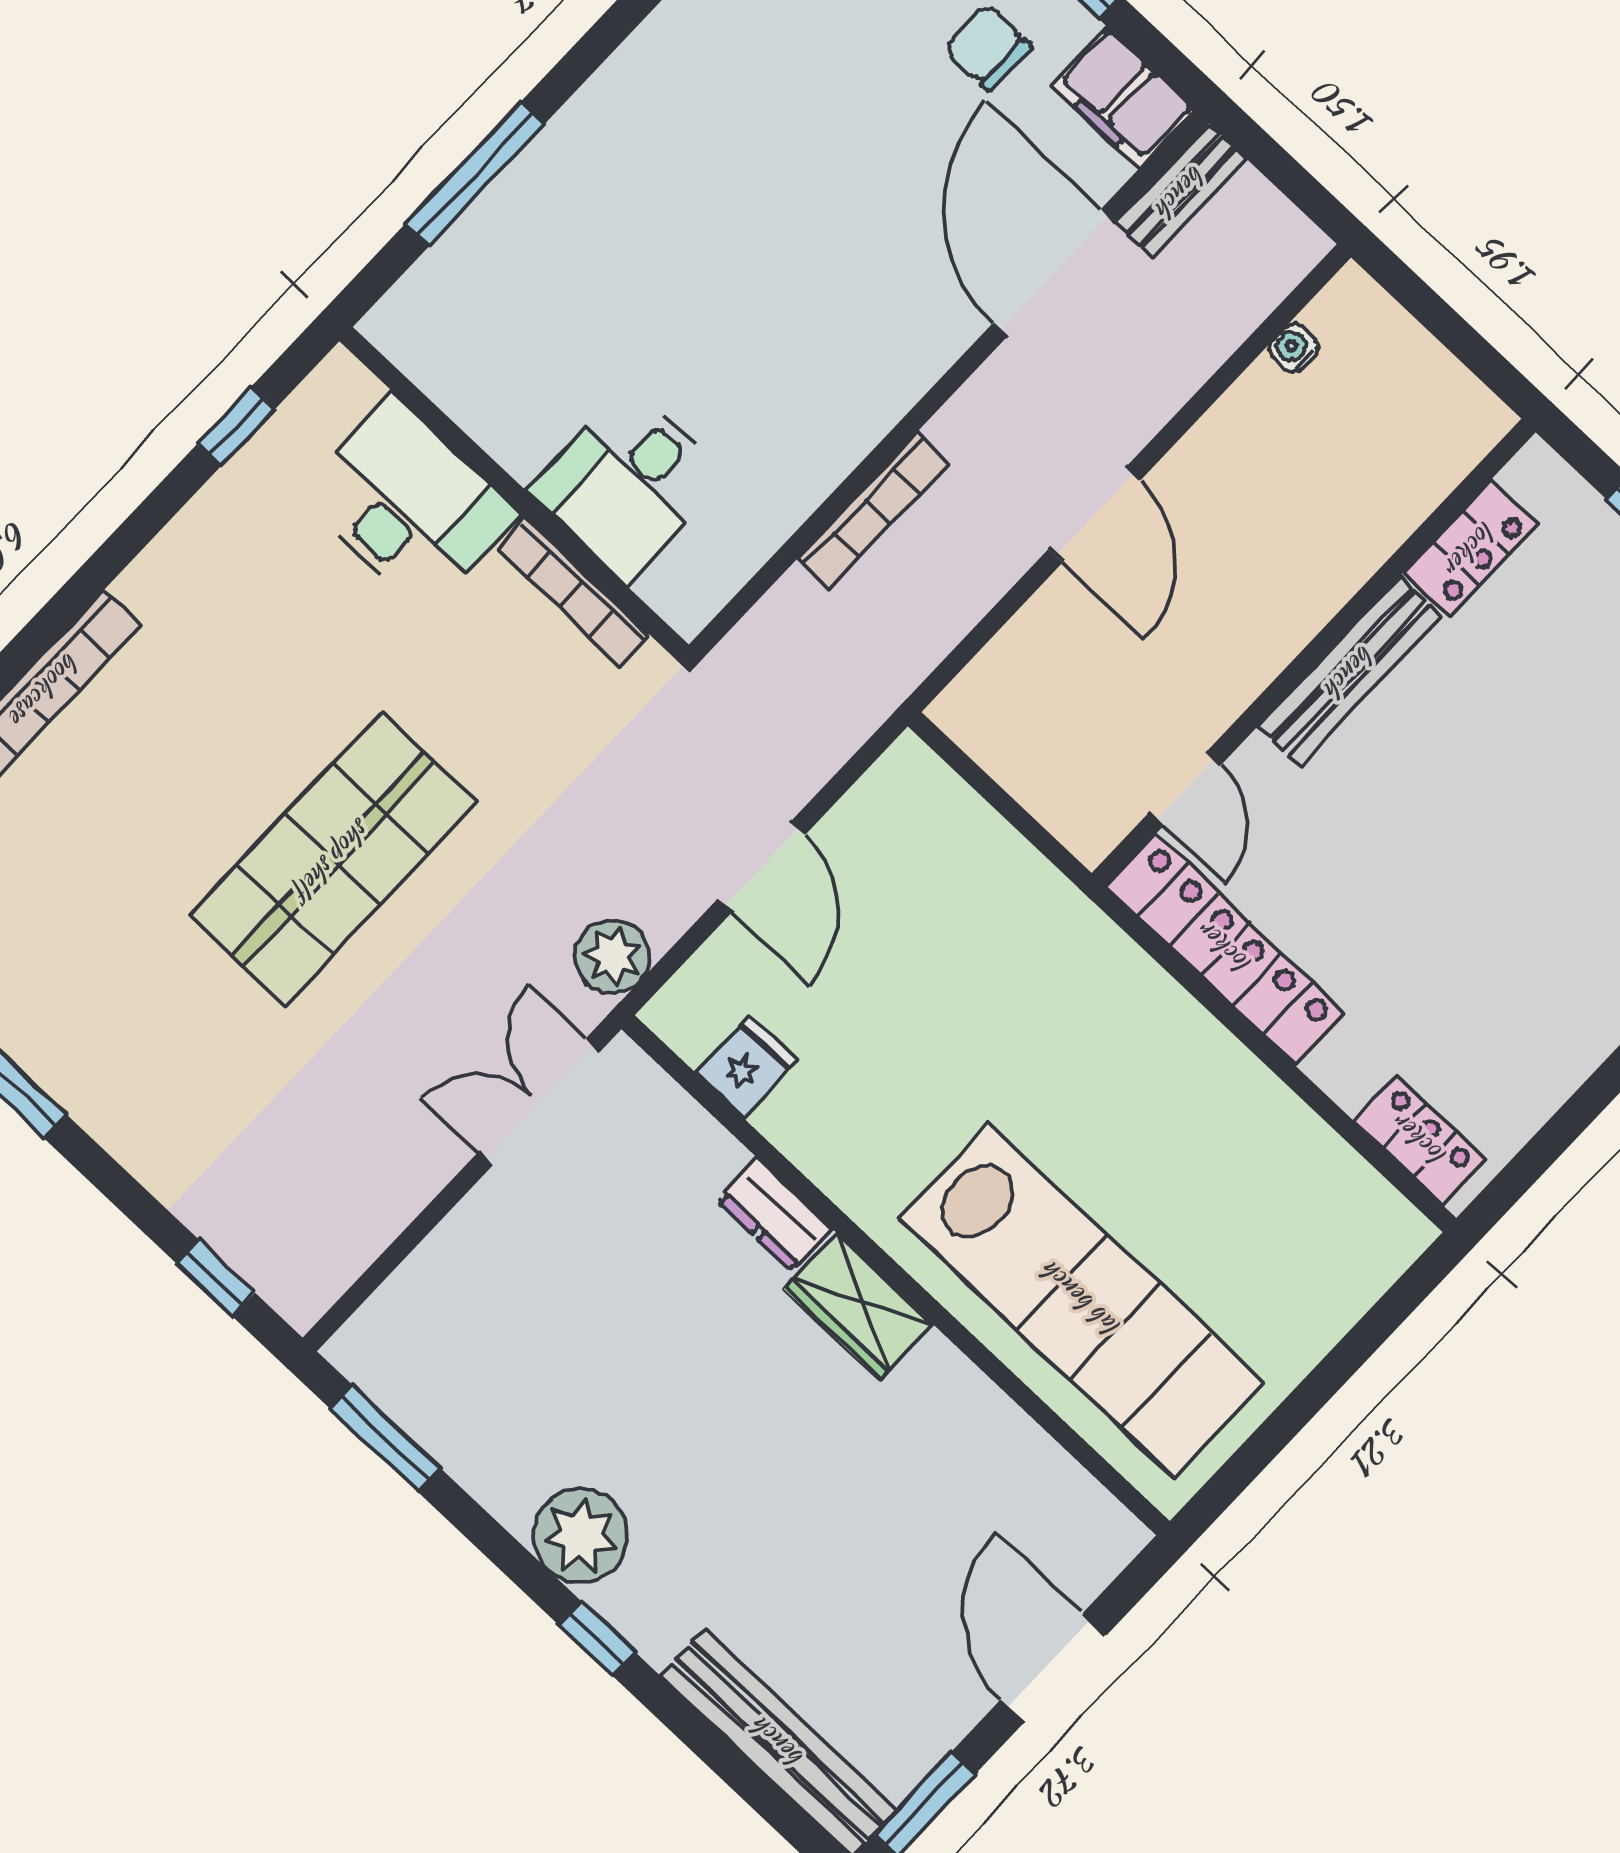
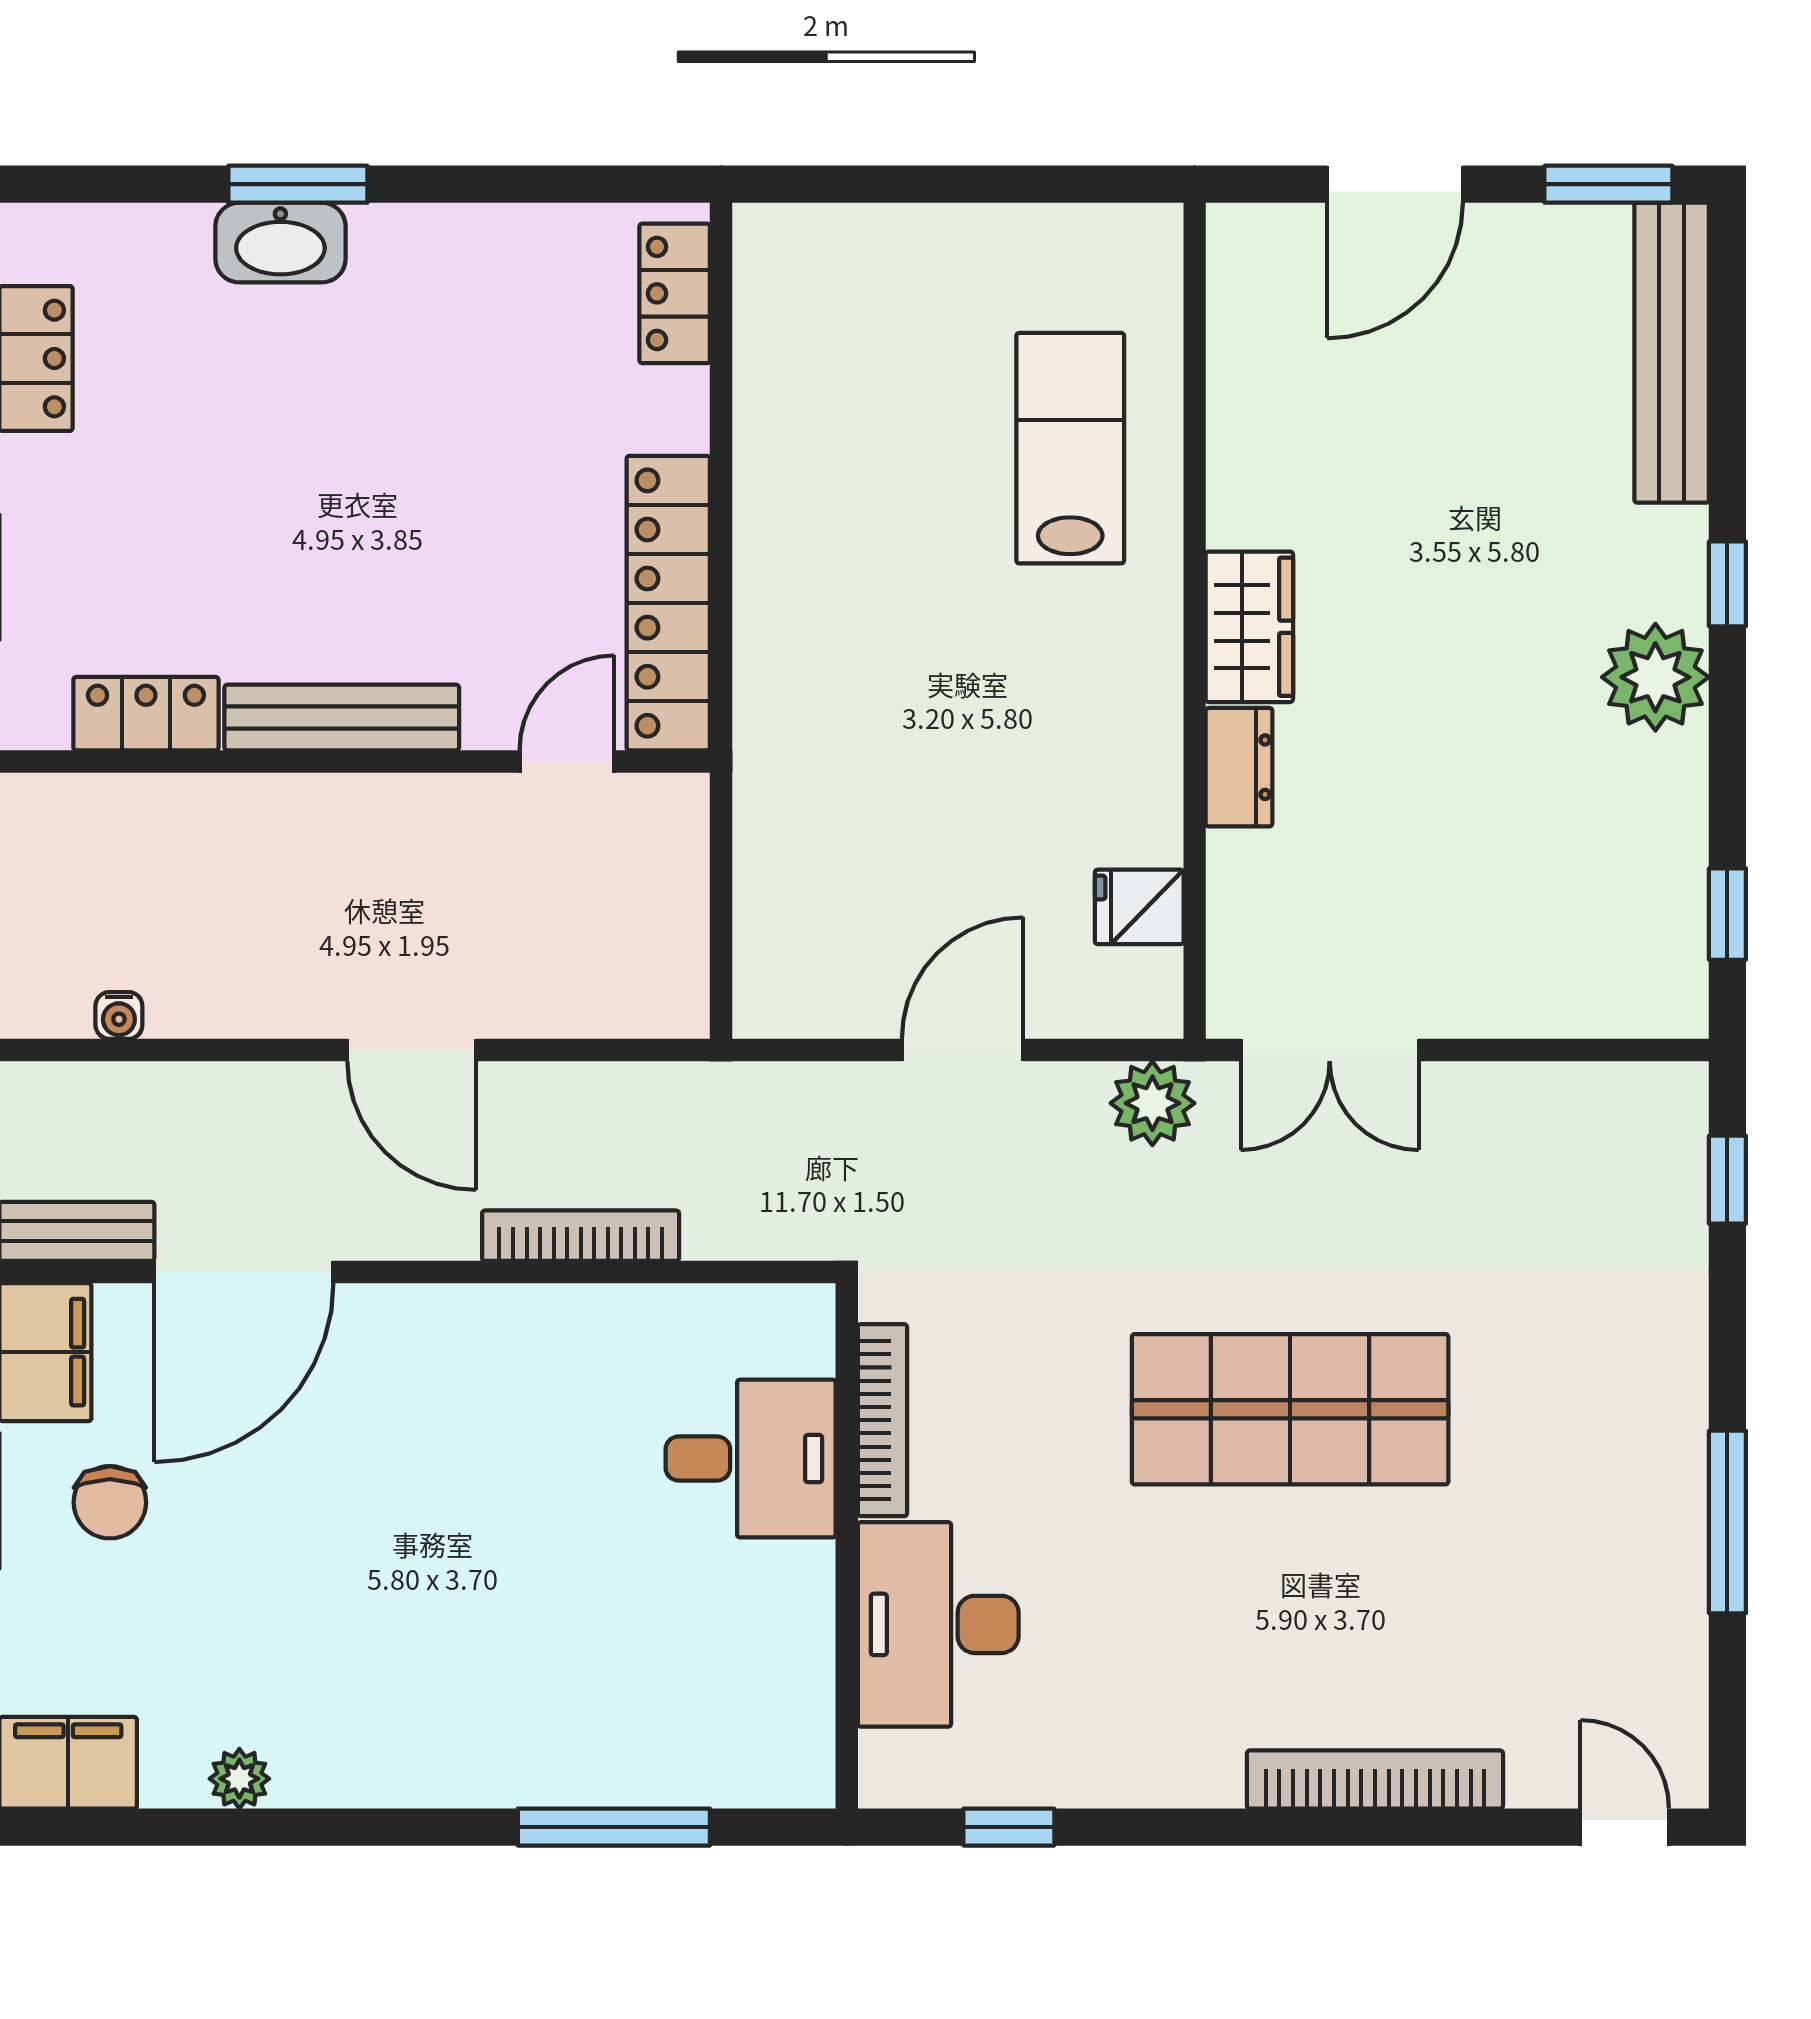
door: (1095, 515) -> (412, 1050), swing flipped
lab bench: (1081, 1300) -> (1070, 448), width x0.54, depth x0.72
window: (385, 1439) -> (1727, 914), width x0.67

